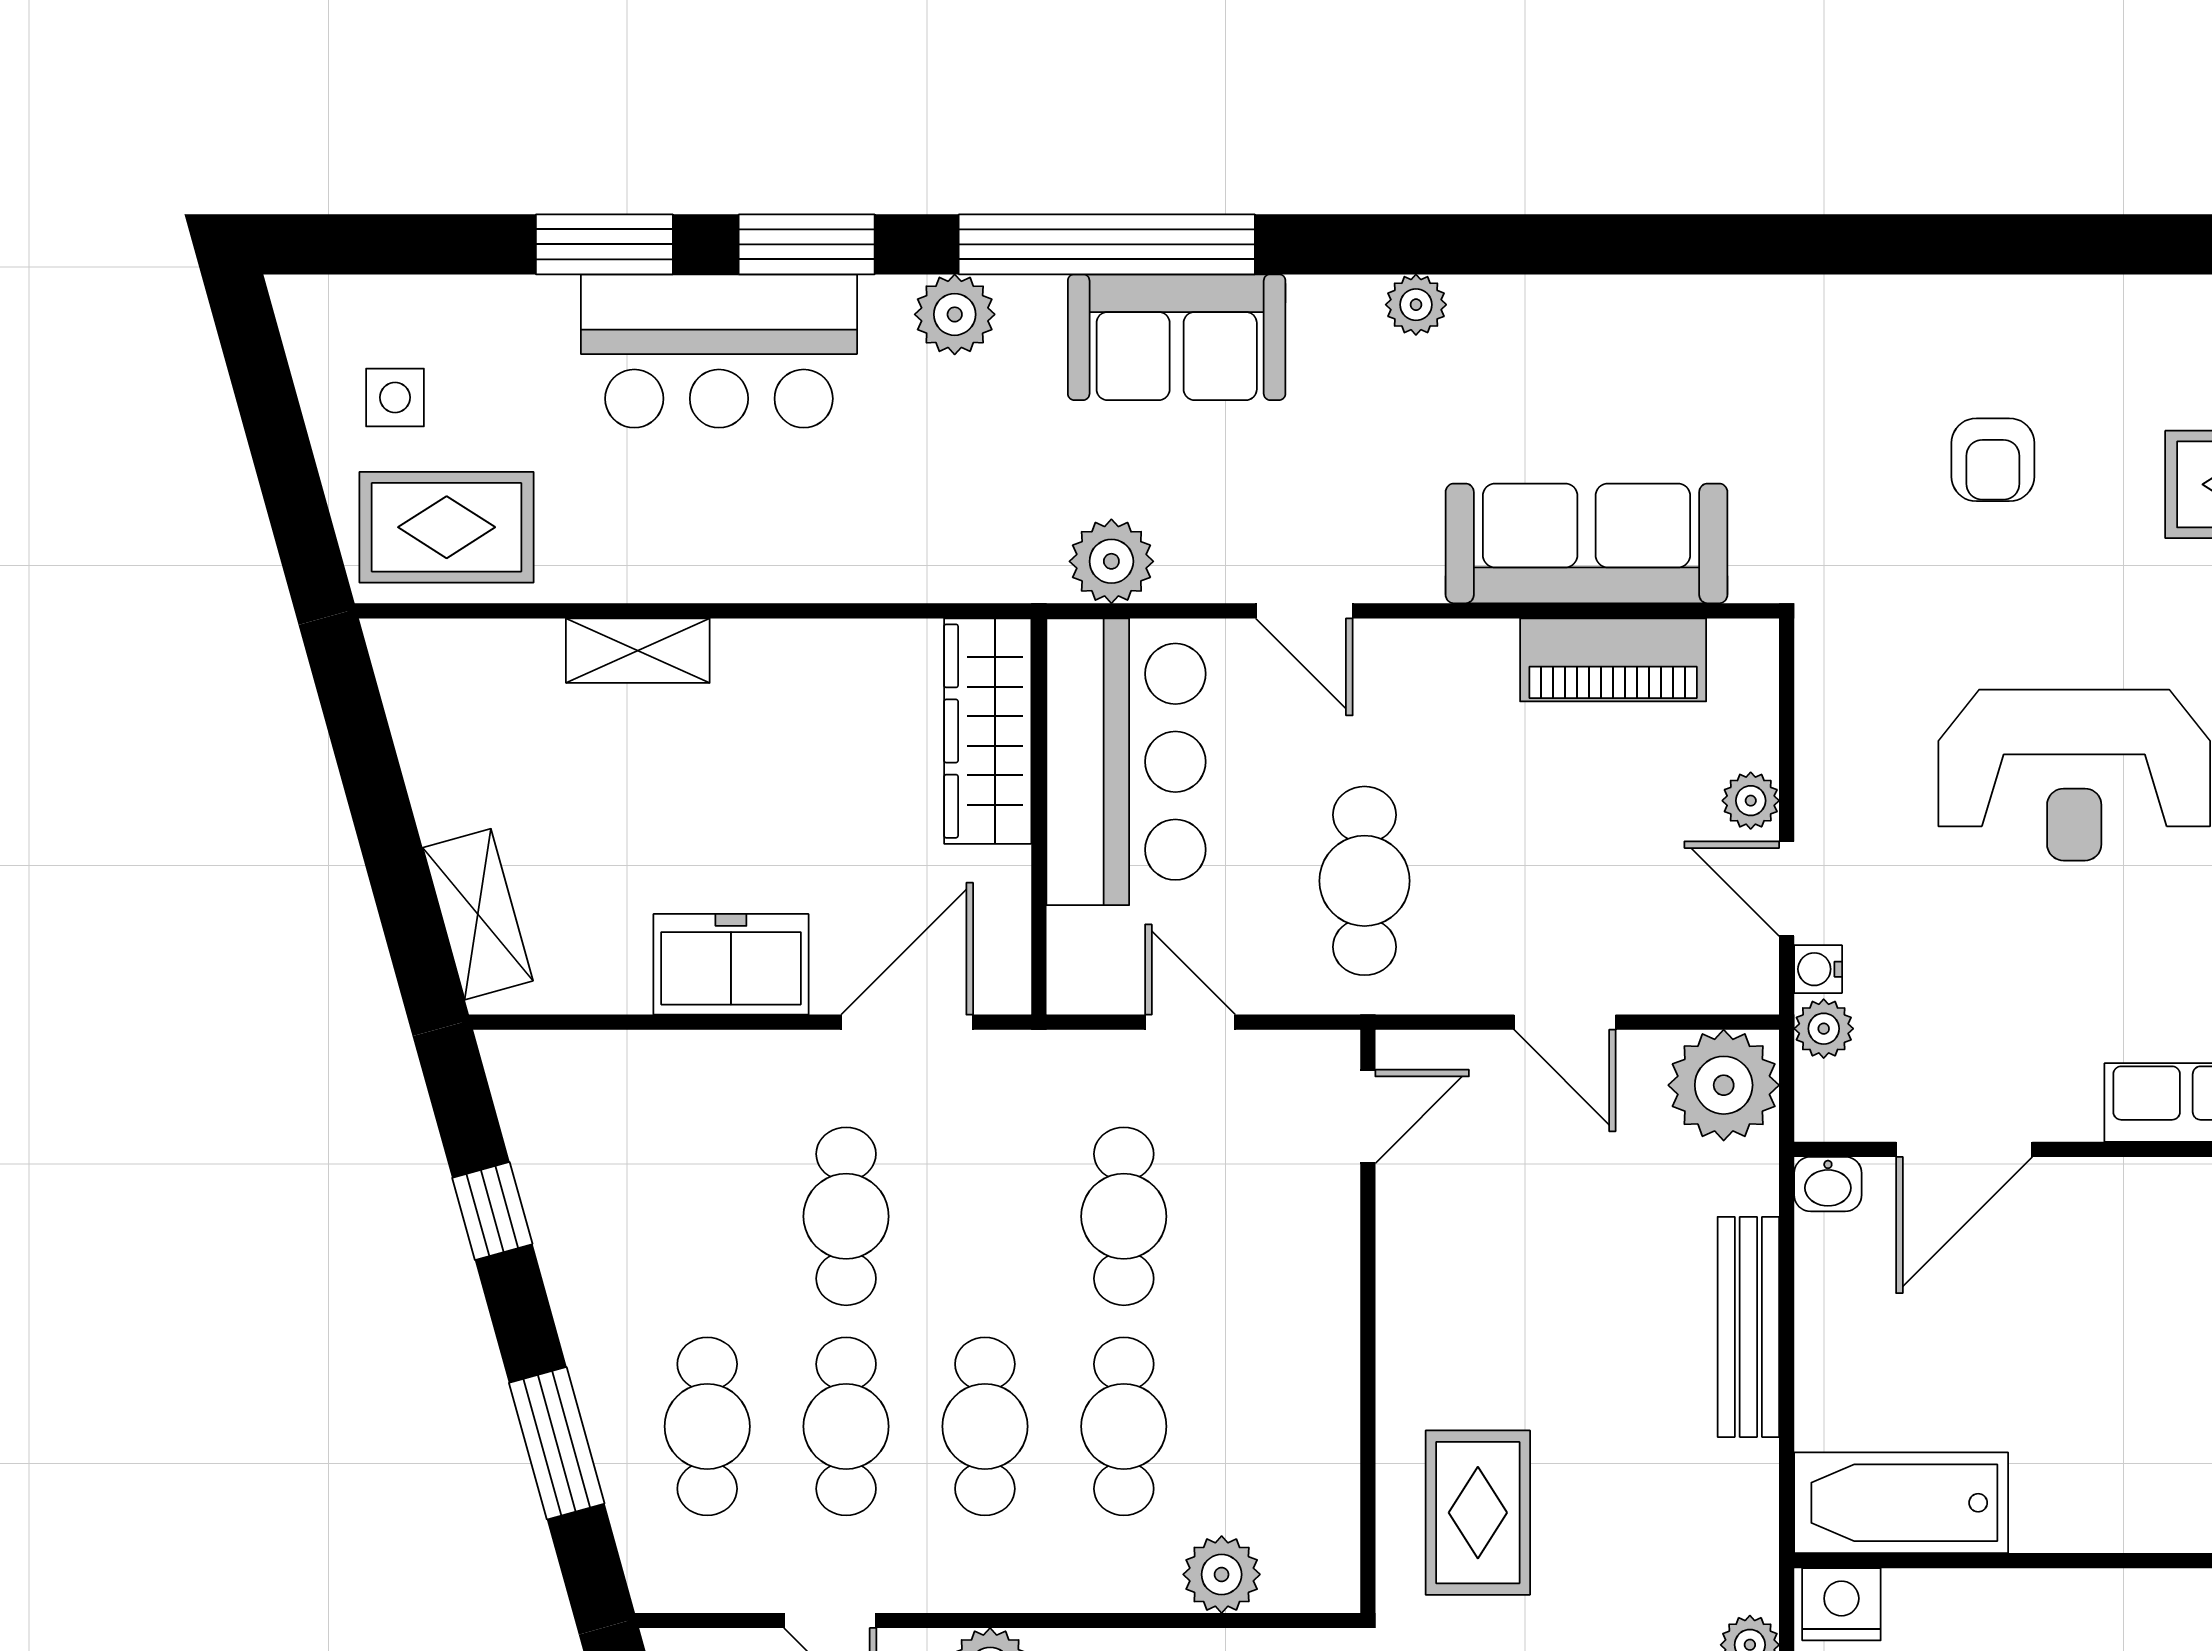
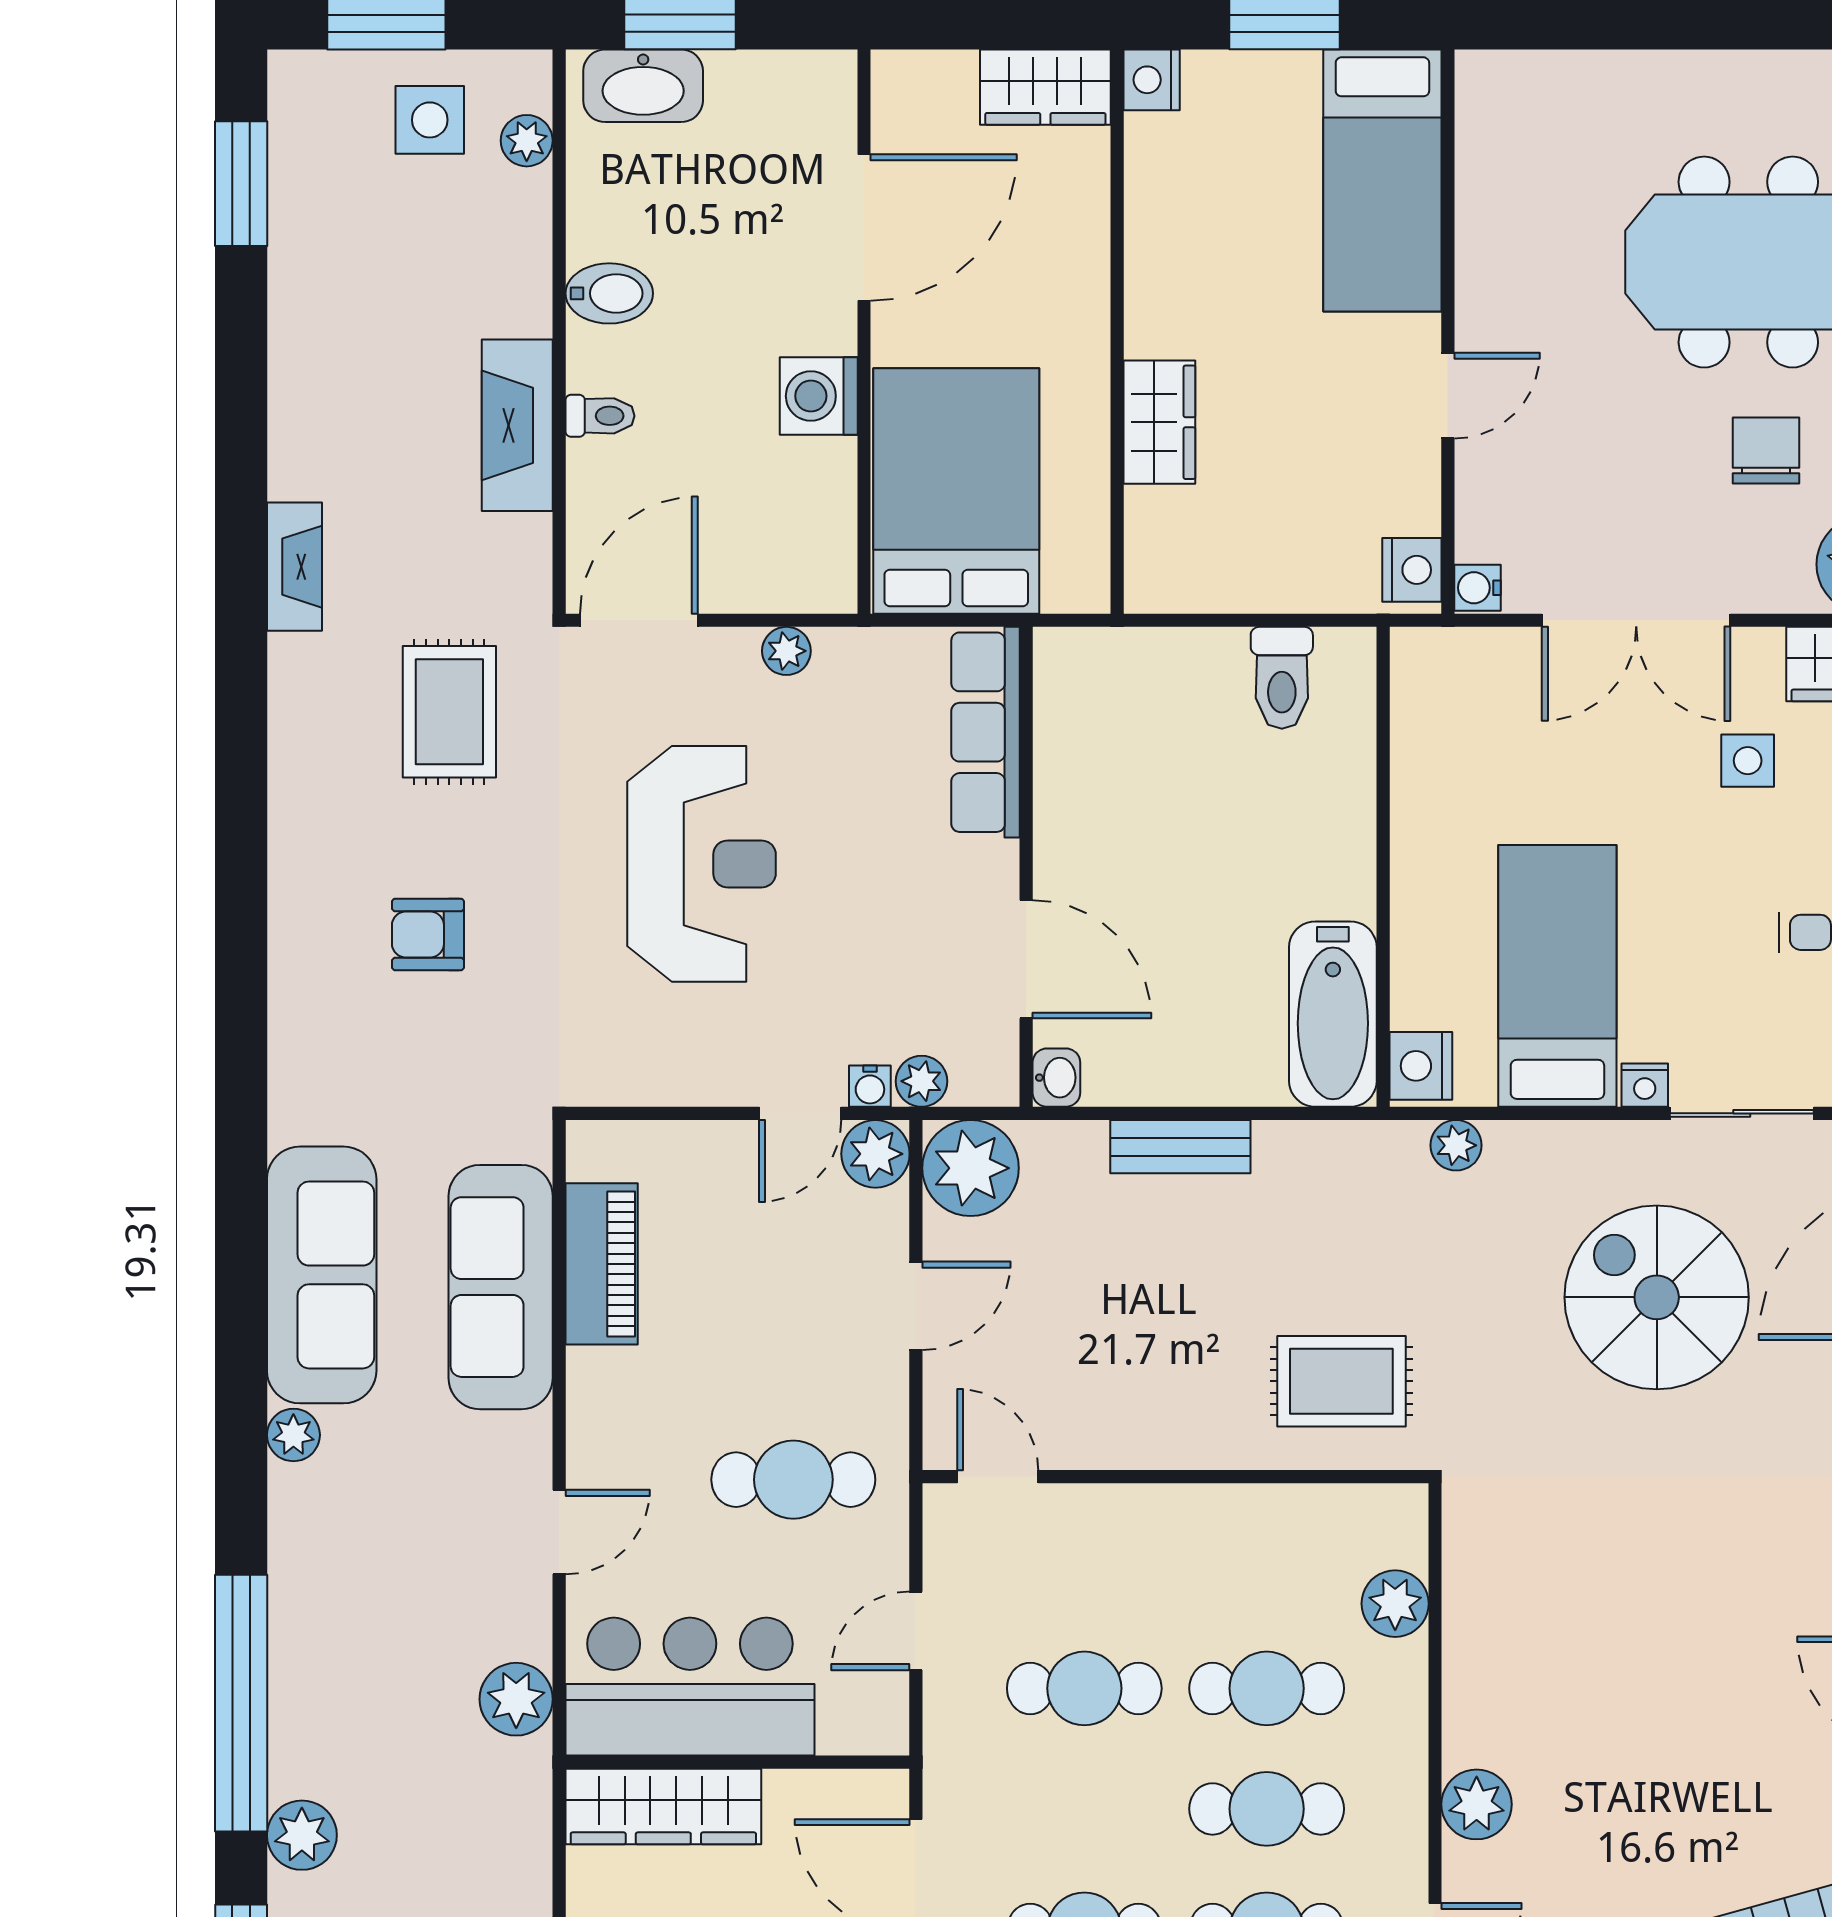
sofa: (1177, 337) -> (322, 1275), moved, width x1.36
armchair: (1993, 460) -> (428, 934), turned 180
plant: (1751, 801) -> (875, 1154), moved, width x1.38, depth x1.38
bench: (1748, 1327) -> (1180, 1147), width x0.73

